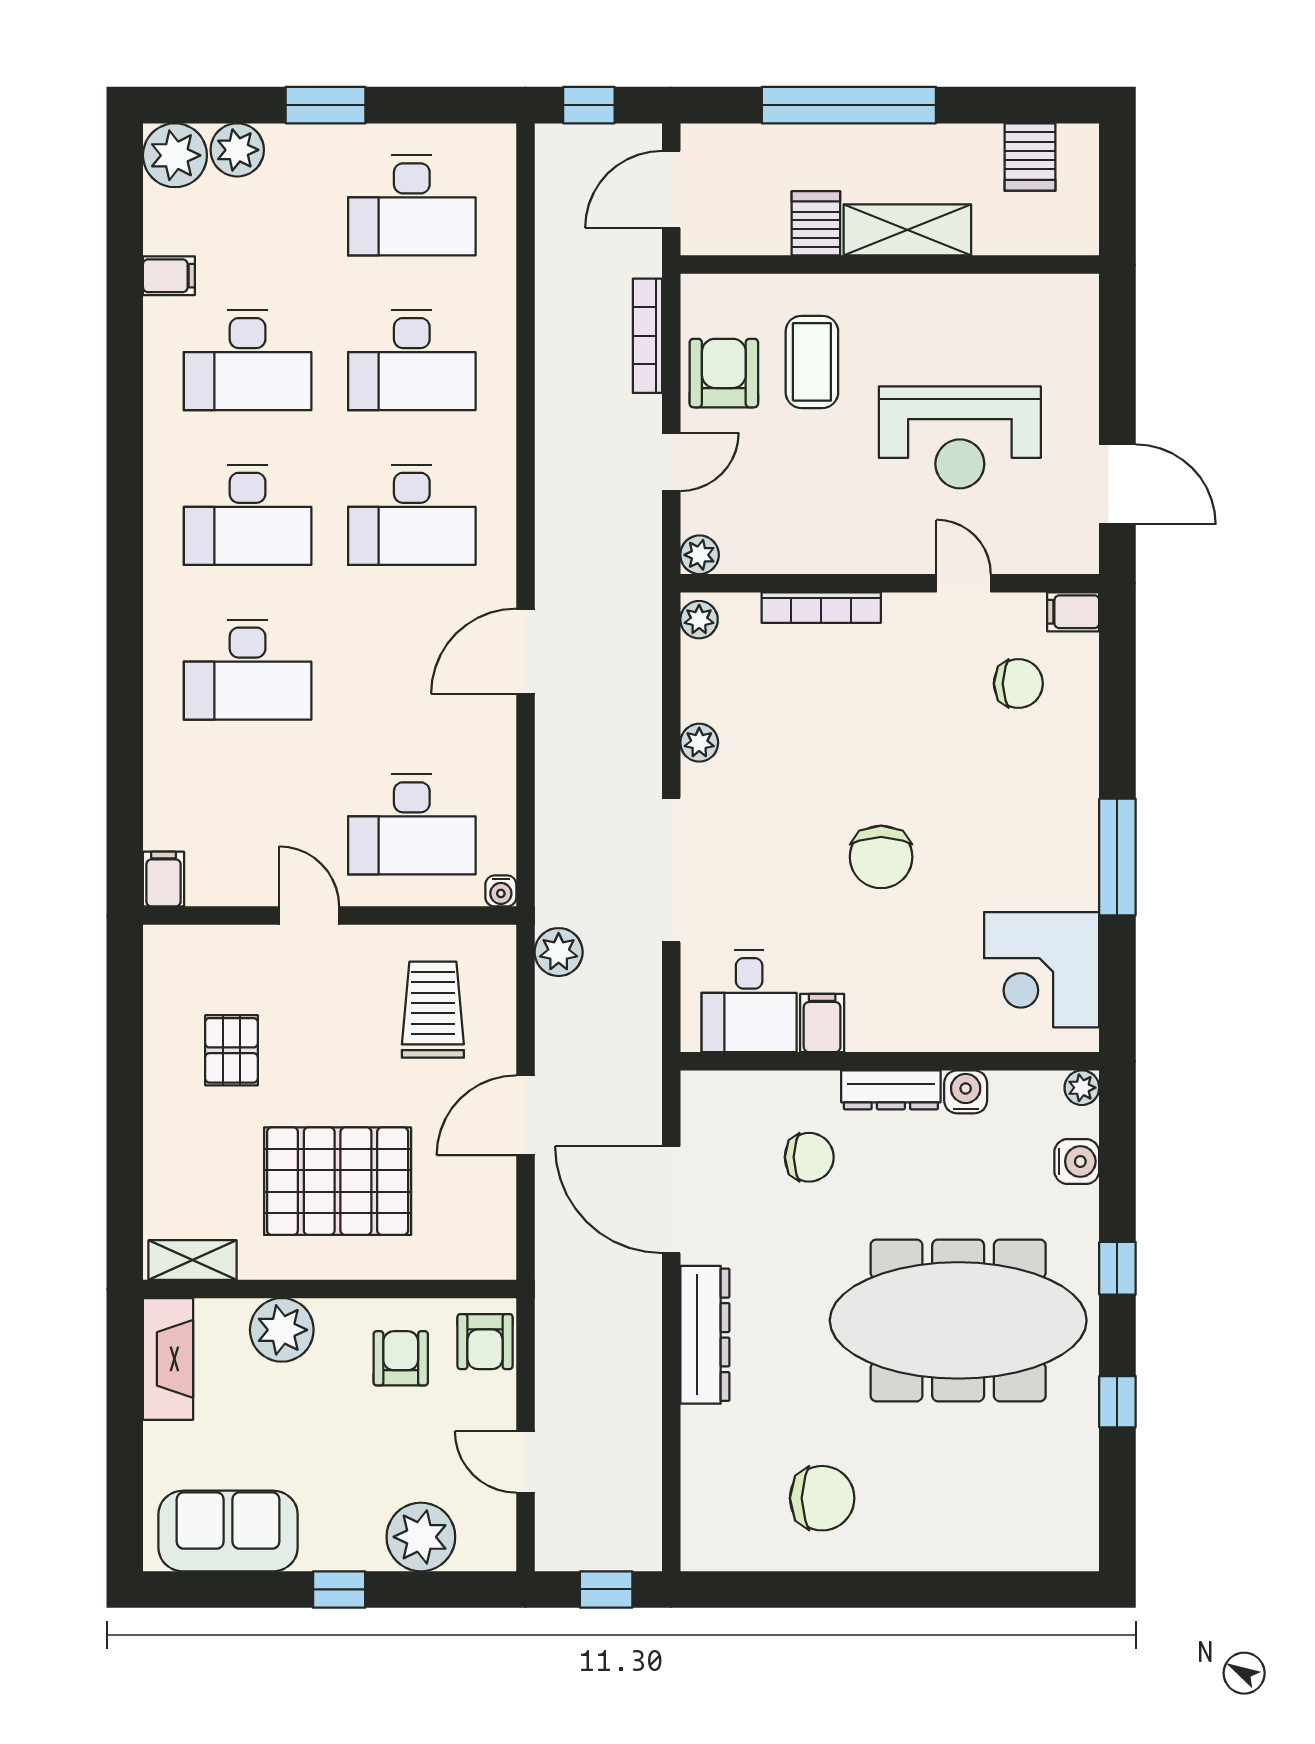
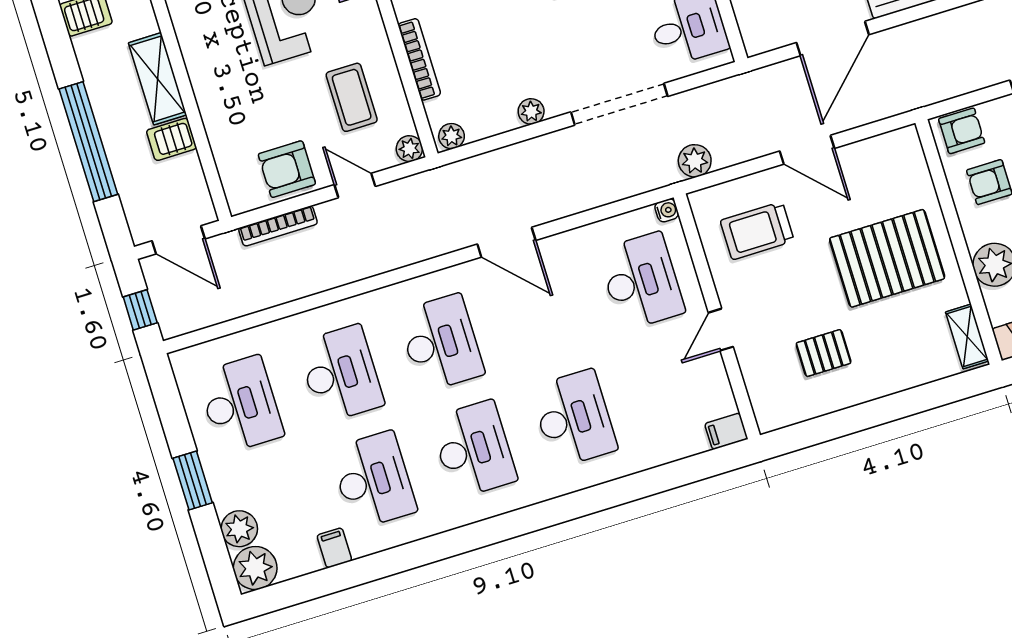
coffee table: (812, 362) -> (352, 97), moved, turned 90
pallet: (338, 1181) -> (887, 258), turned 90

